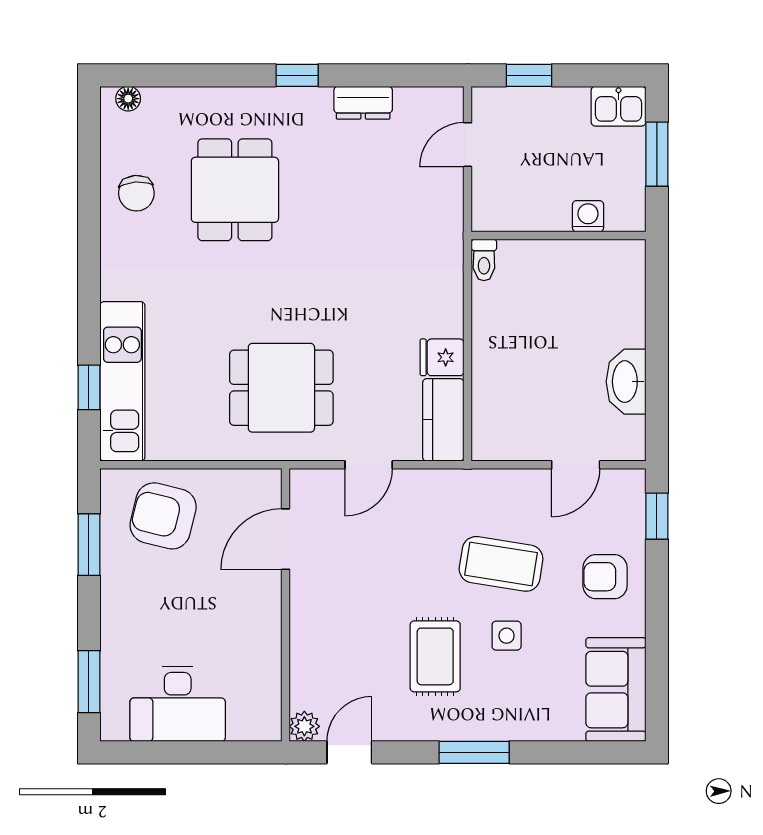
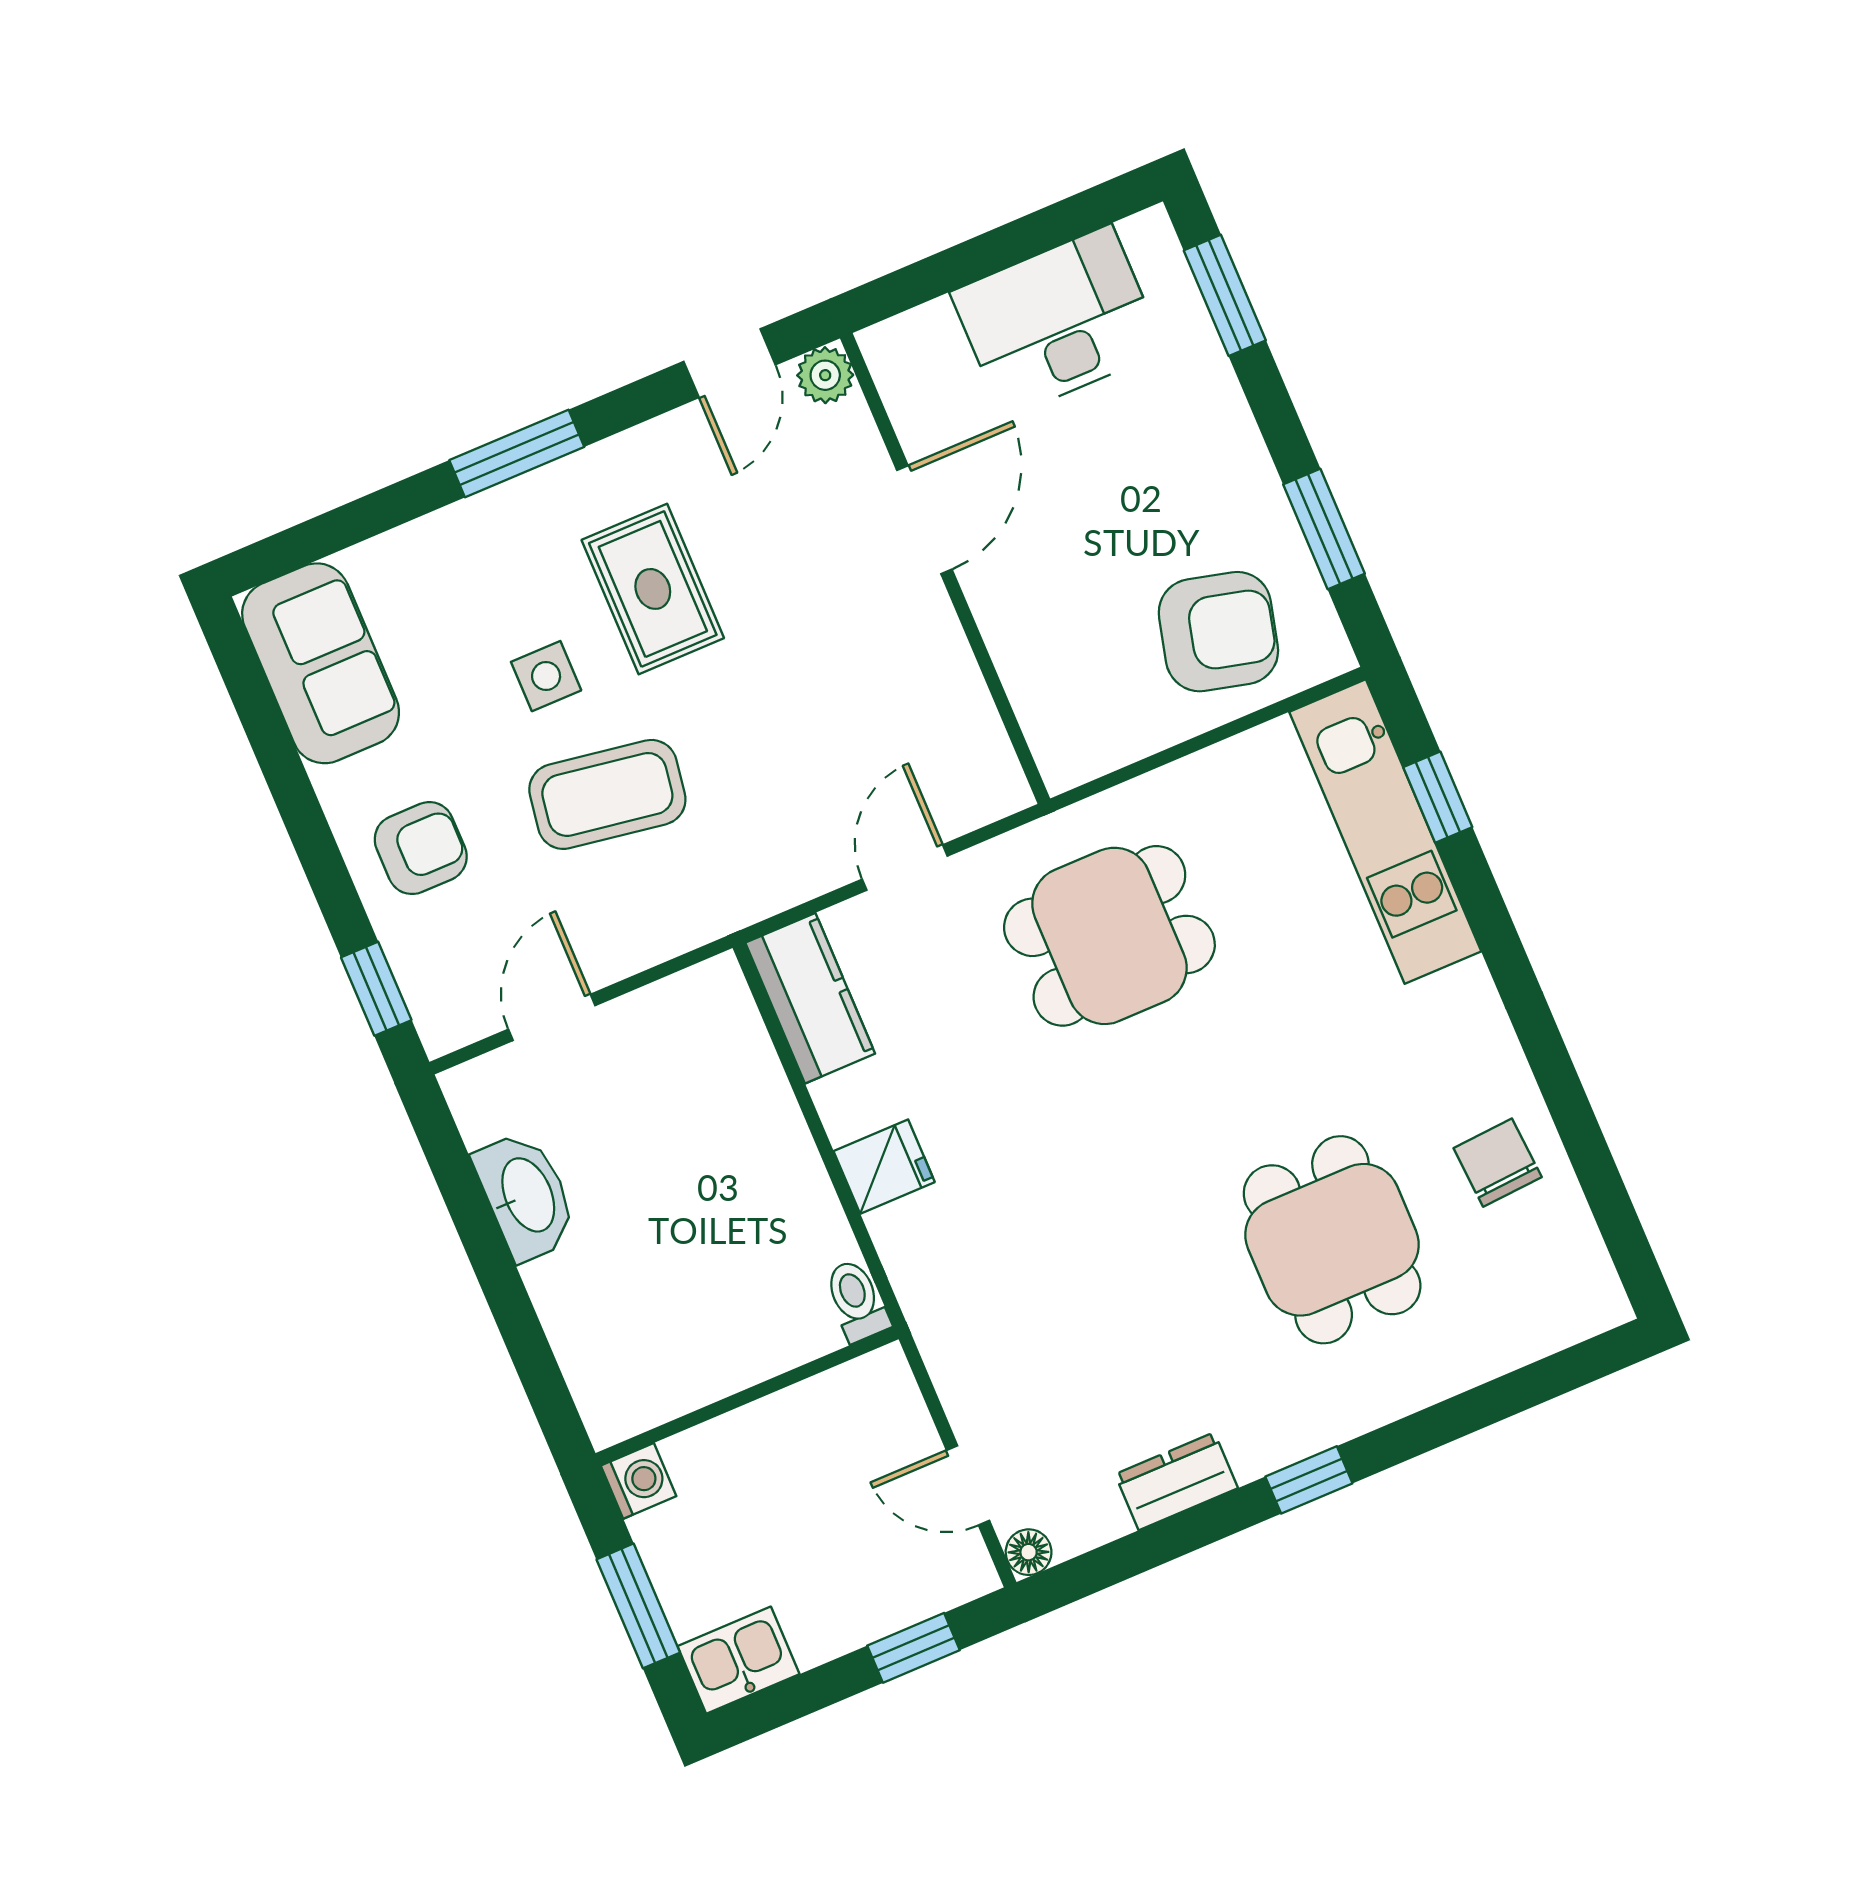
floor lamp: (128, 99) -> (1029, 1552), moved
door: (468, 145) -> (968, 1485), swing flipped
washing machine: (588, 216) -> (639, 1481), moved, turned -90
fridge: (442, 357) -> (884, 1167), moved
door: (286, 539) -> (924, 520), moved

